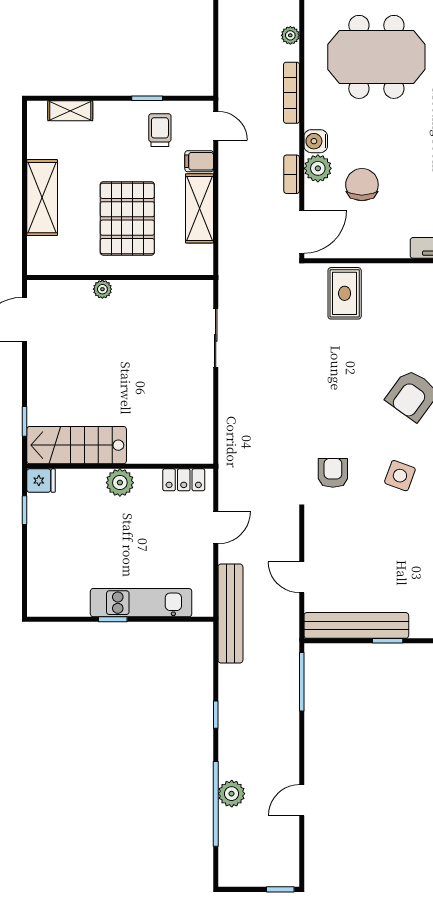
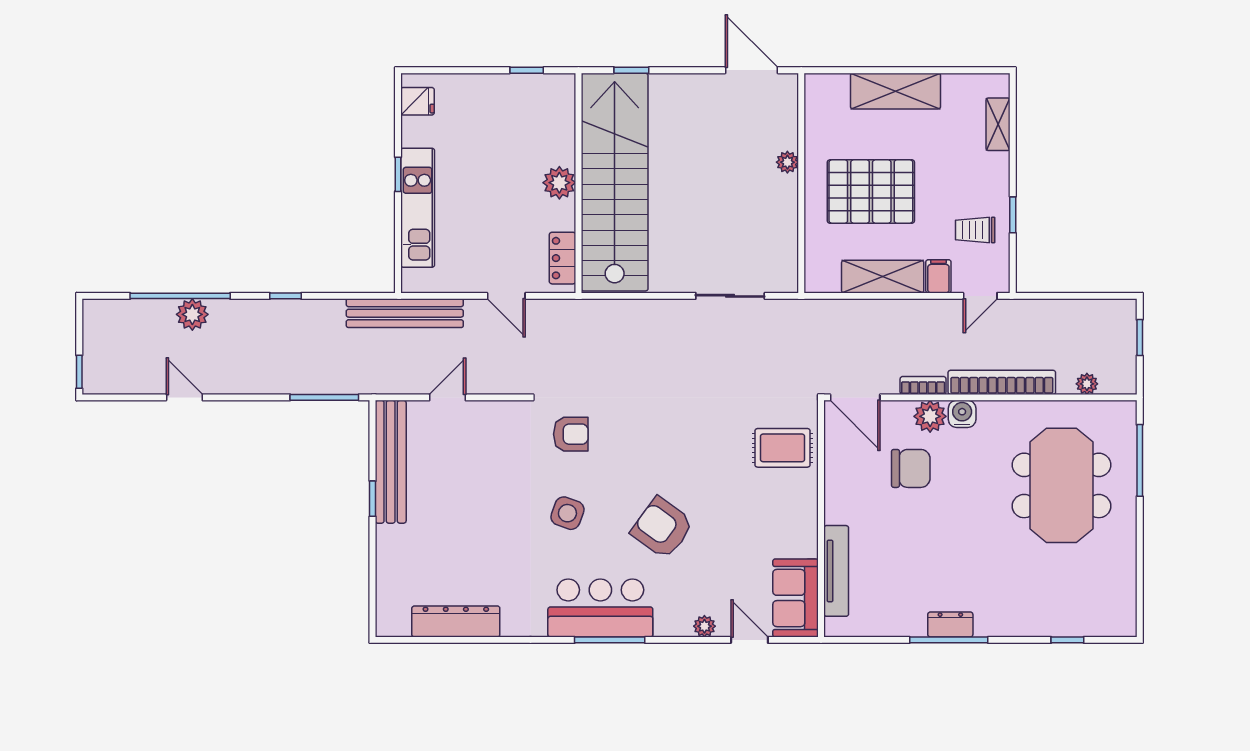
bookcase: (292, 93) -> (1002, 382), width x1.48, depth x1.31
trolley: (160, 130) -> (975, 230), turned 180
stairs: (77, 445) -> (615, 182), width x1.86, depth x1.51
fridge: (41, 481) -> (417, 101), moved, turned -90

